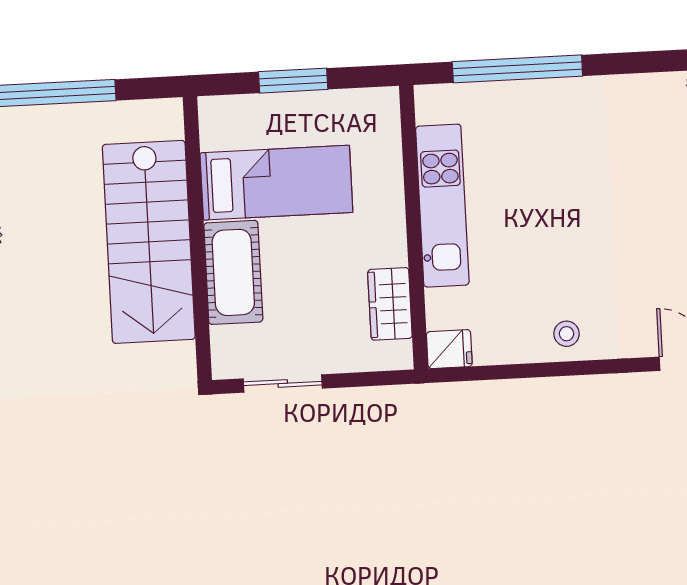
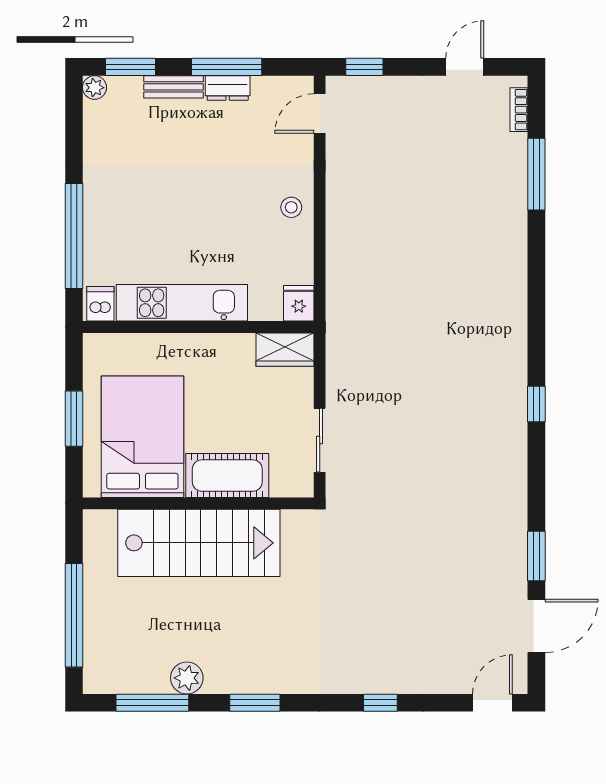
dishwasher: (436, 106) -> (100, 304), added
bed: (276, 183) -> (142, 437), width x1.50
wardrobe: (390, 304) -> (285, 350), moved

